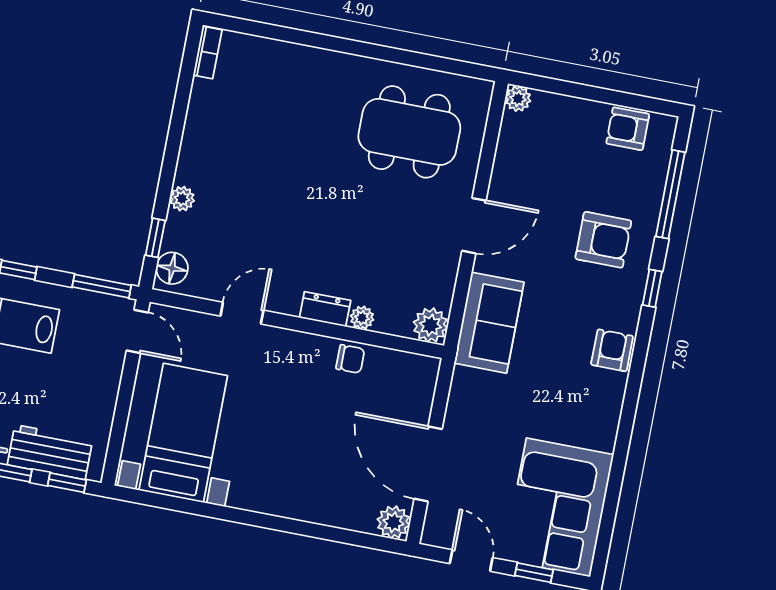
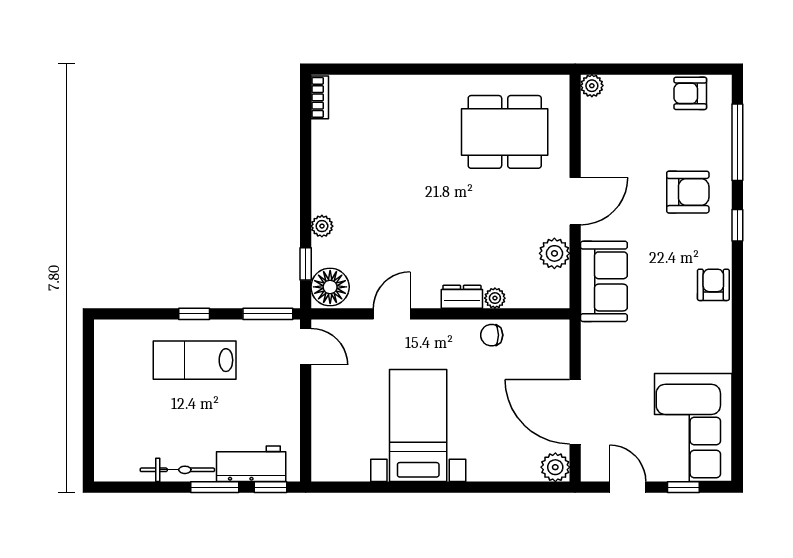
floor lamp: (172, 268) -> (330, 287), width x1.38, depth x1.38
plant: (430, 325) -> (554, 253), moved
chair: (350, 359) -> (492, 335), turned 180
bed with nightstands: (183, 433) -> (418, 425), moved

